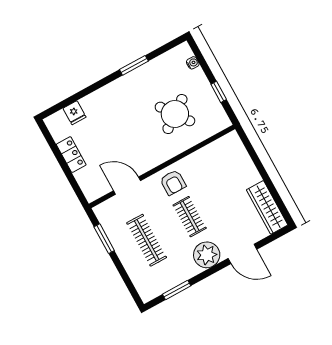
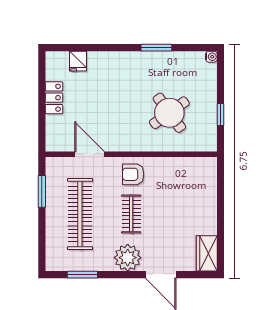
water cooler: (193, 63) -> (211, 57), moved
armchair: (173, 182) -> (133, 174), turned 90
wardrobe: (267, 207) -> (207, 253), width x0.67
clothes rail: (147, 240) -> (80, 214), width x1.37, depth x1.31

